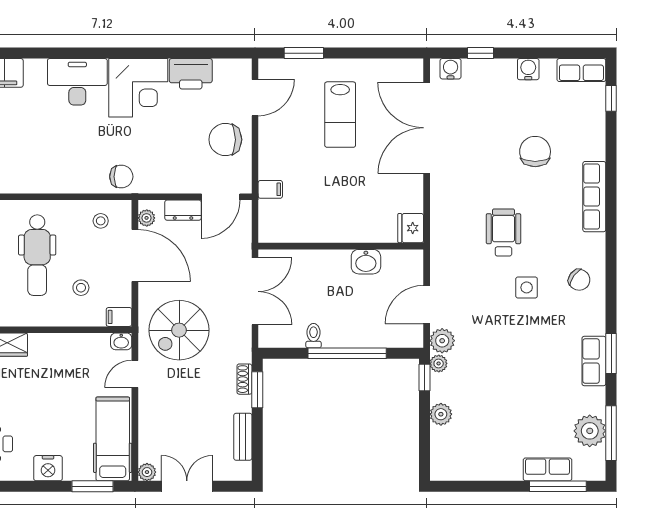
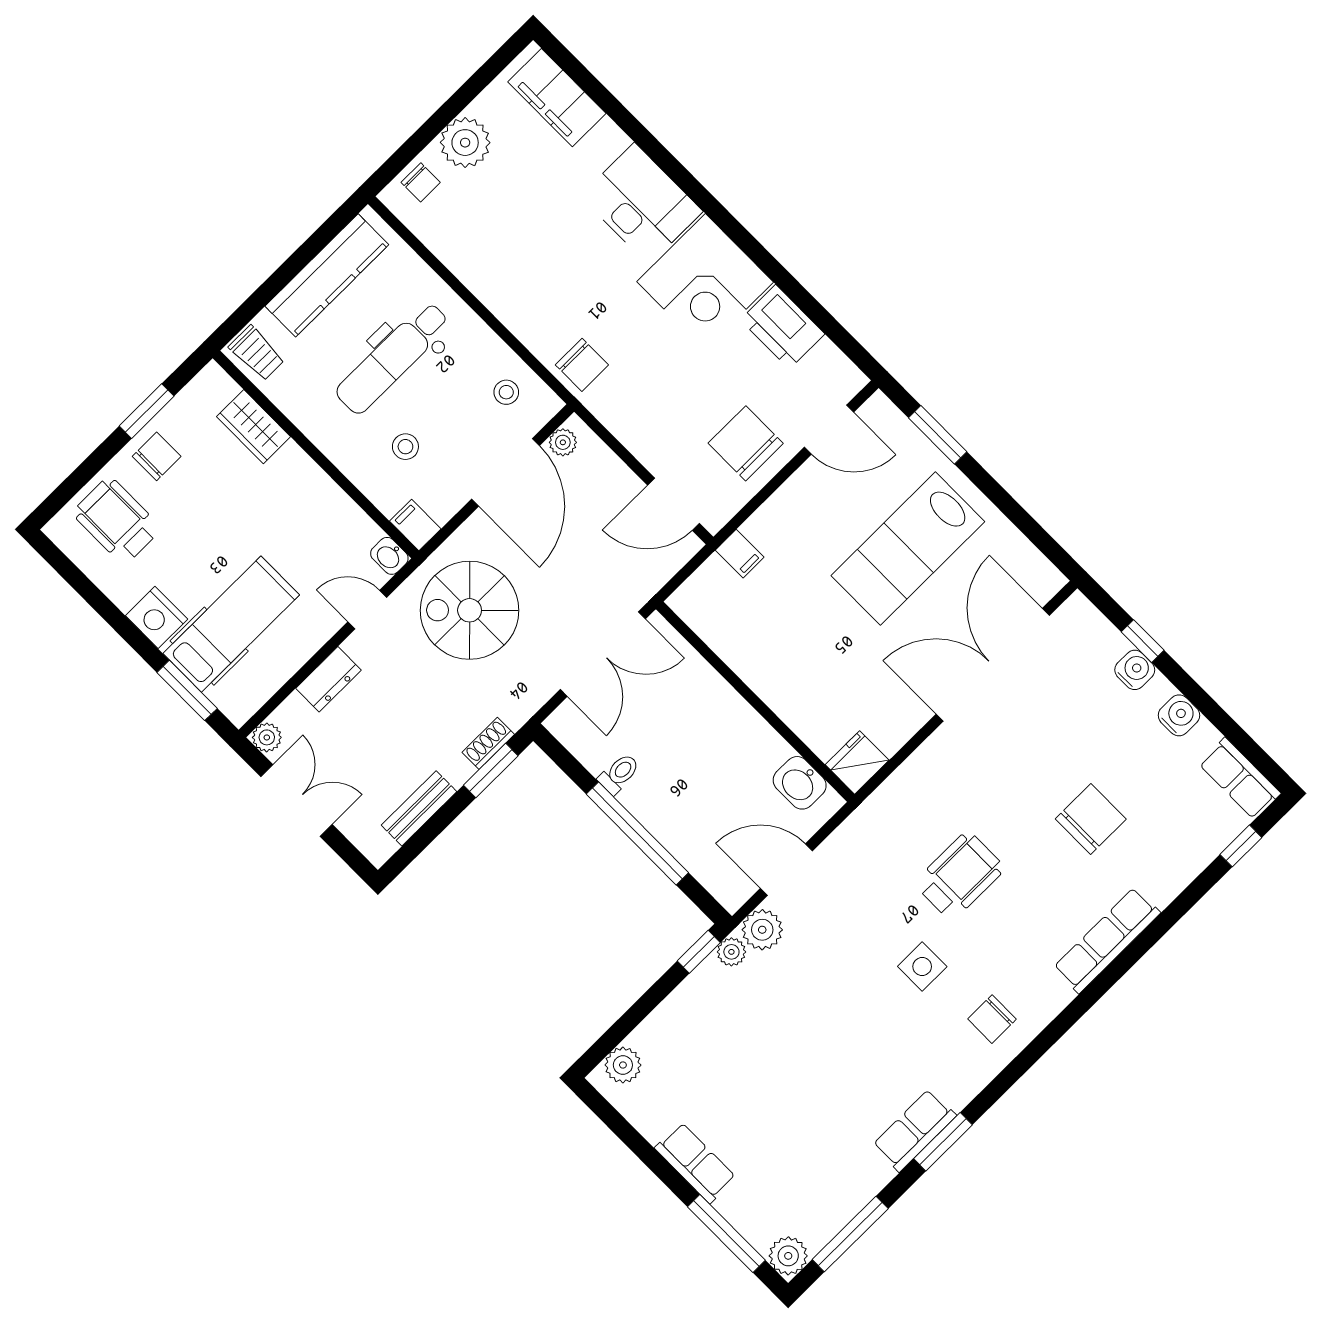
water cooler: (451, 69) -> (1135, 670), moved
lab bench: (340, 115) -> (908, 549), width x1.36, depth x1.39
dresser: (183, 210) -> (328, 679), moved, turned -90
washbasin: (366, 262) -> (800, 783), moved
chair: (579, 280) -> (992, 1019), turned 54
plant: (441, 414) -> (623, 1065), moved
plant: (590, 431) -> (788, 1256), moved, width x0.73, depth x0.73
hospital bed: (113, 439) -> (231, 624), moved
row of seats: (547, 469) -> (695, 1163), moved

